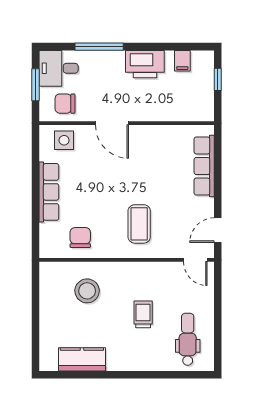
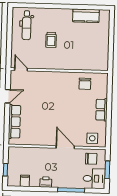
printer: (145, 64) -> (46, 182), width x0.53, depth x0.68
row of seats: (49, 192) -> (102, 110), width x0.68
coffee table: (139, 224) -> (52, 90), removed
door: (218, 230) -> (8, 96), moved
stool: (87, 291) -> (82, 54), removed

